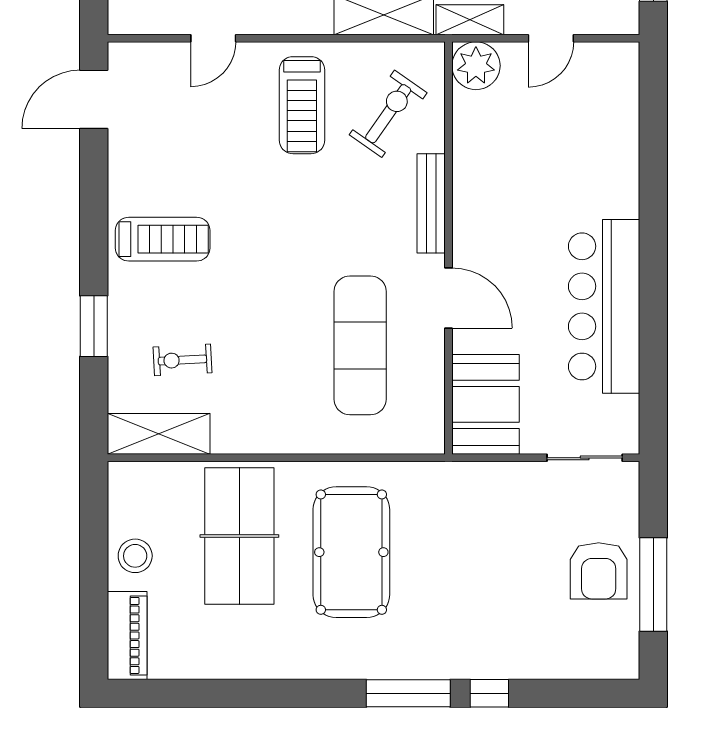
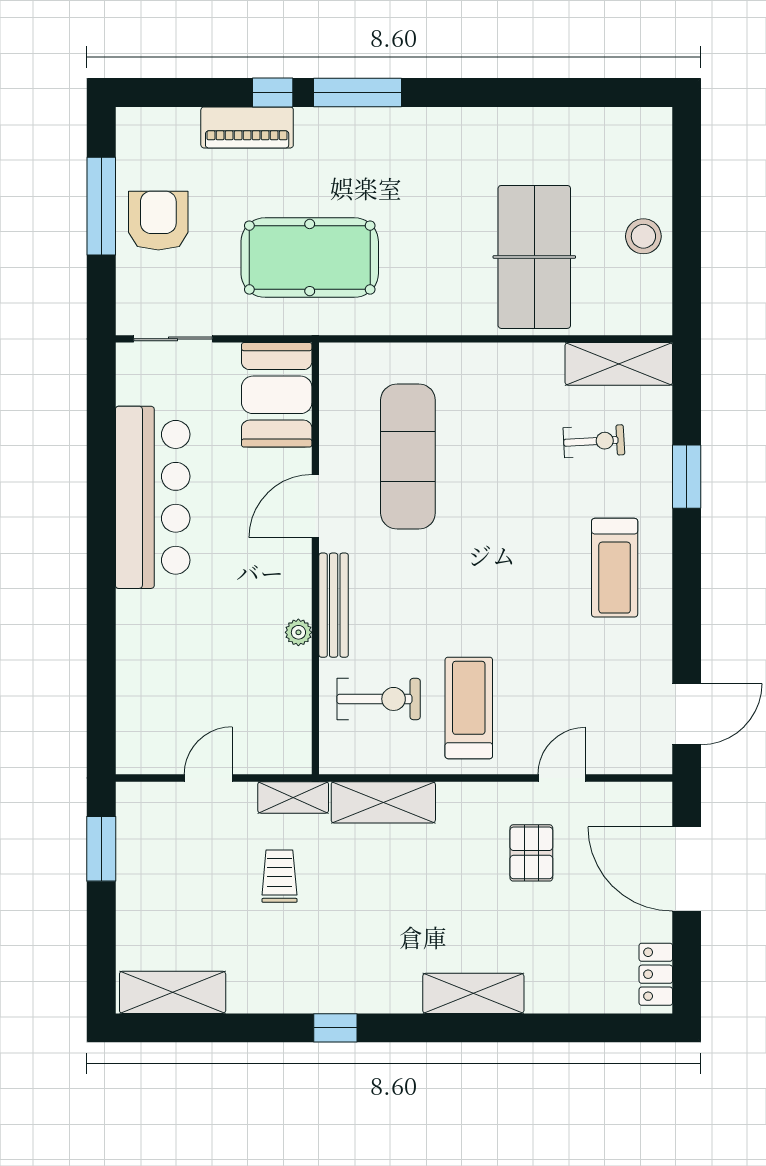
plant: (476, 66) -> (298, 632), moved, width x0.53, depth x0.53
exercise bike: (388, 114) -> (379, 699), turned -125
treadmill: (163, 239) -> (615, 568), turned -90
door: (449, 298) -> (315, 506), hinge flipped
pool table: (351, 552) -> (310, 258), moved, turned 90
piano: (127, 635) -> (247, 127), moved, turned -90

